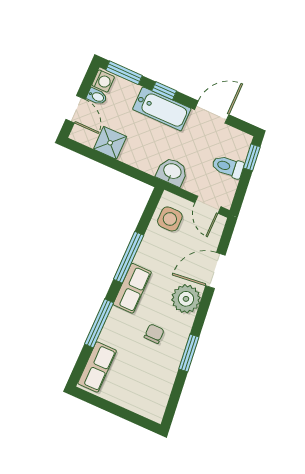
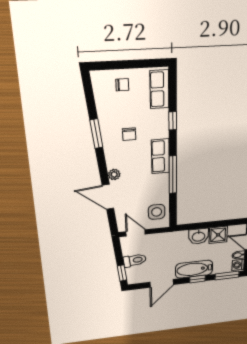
washbasin: (172, 172) -> (199, 236), moved
door: (215, 271) -> (108, 197), swing flipped
plant: (186, 299) -> (114, 175), width x0.53, depth x0.53
window: (99, 323) -> (173, 121), width x0.46
chair: (134, 392) -> (122, 85), added

